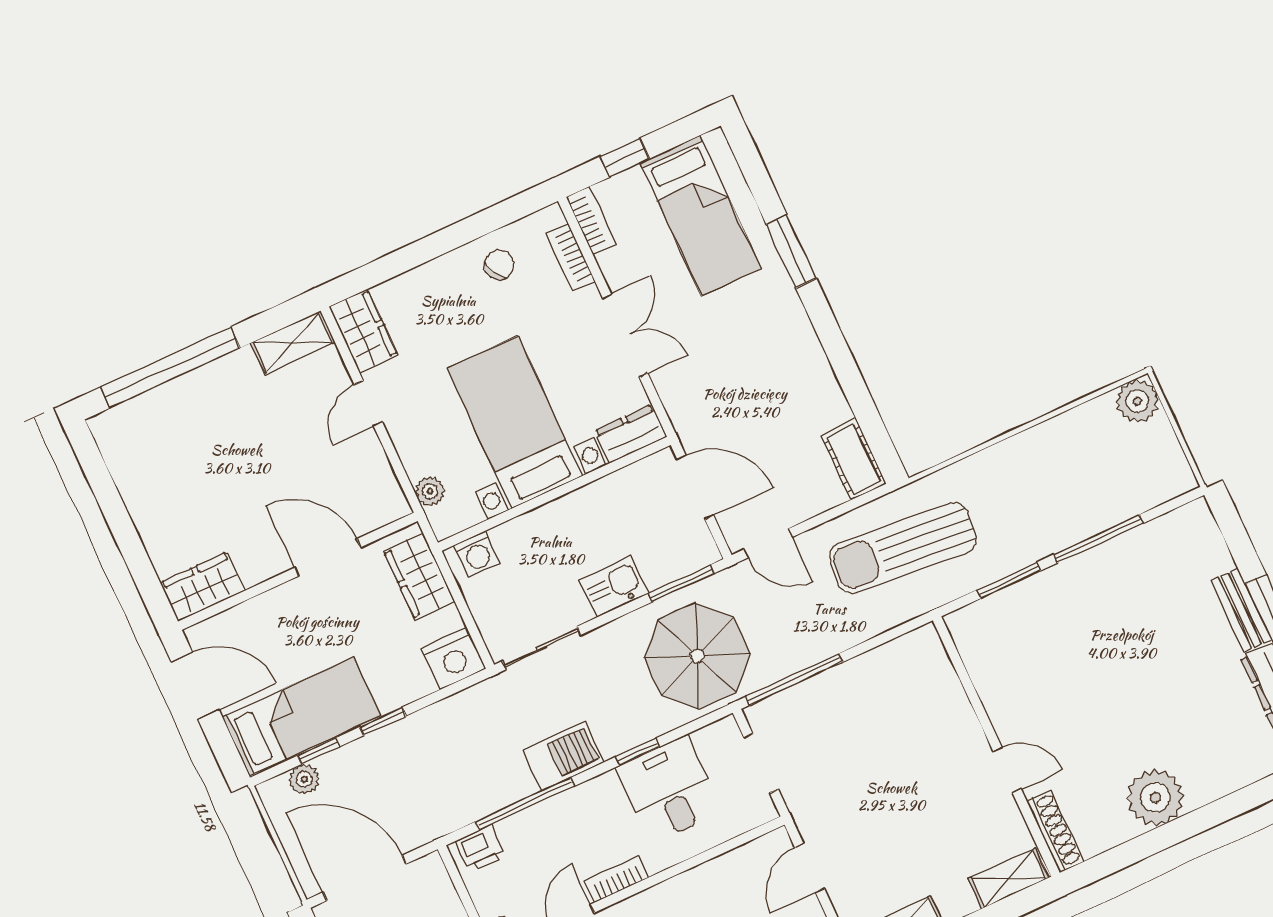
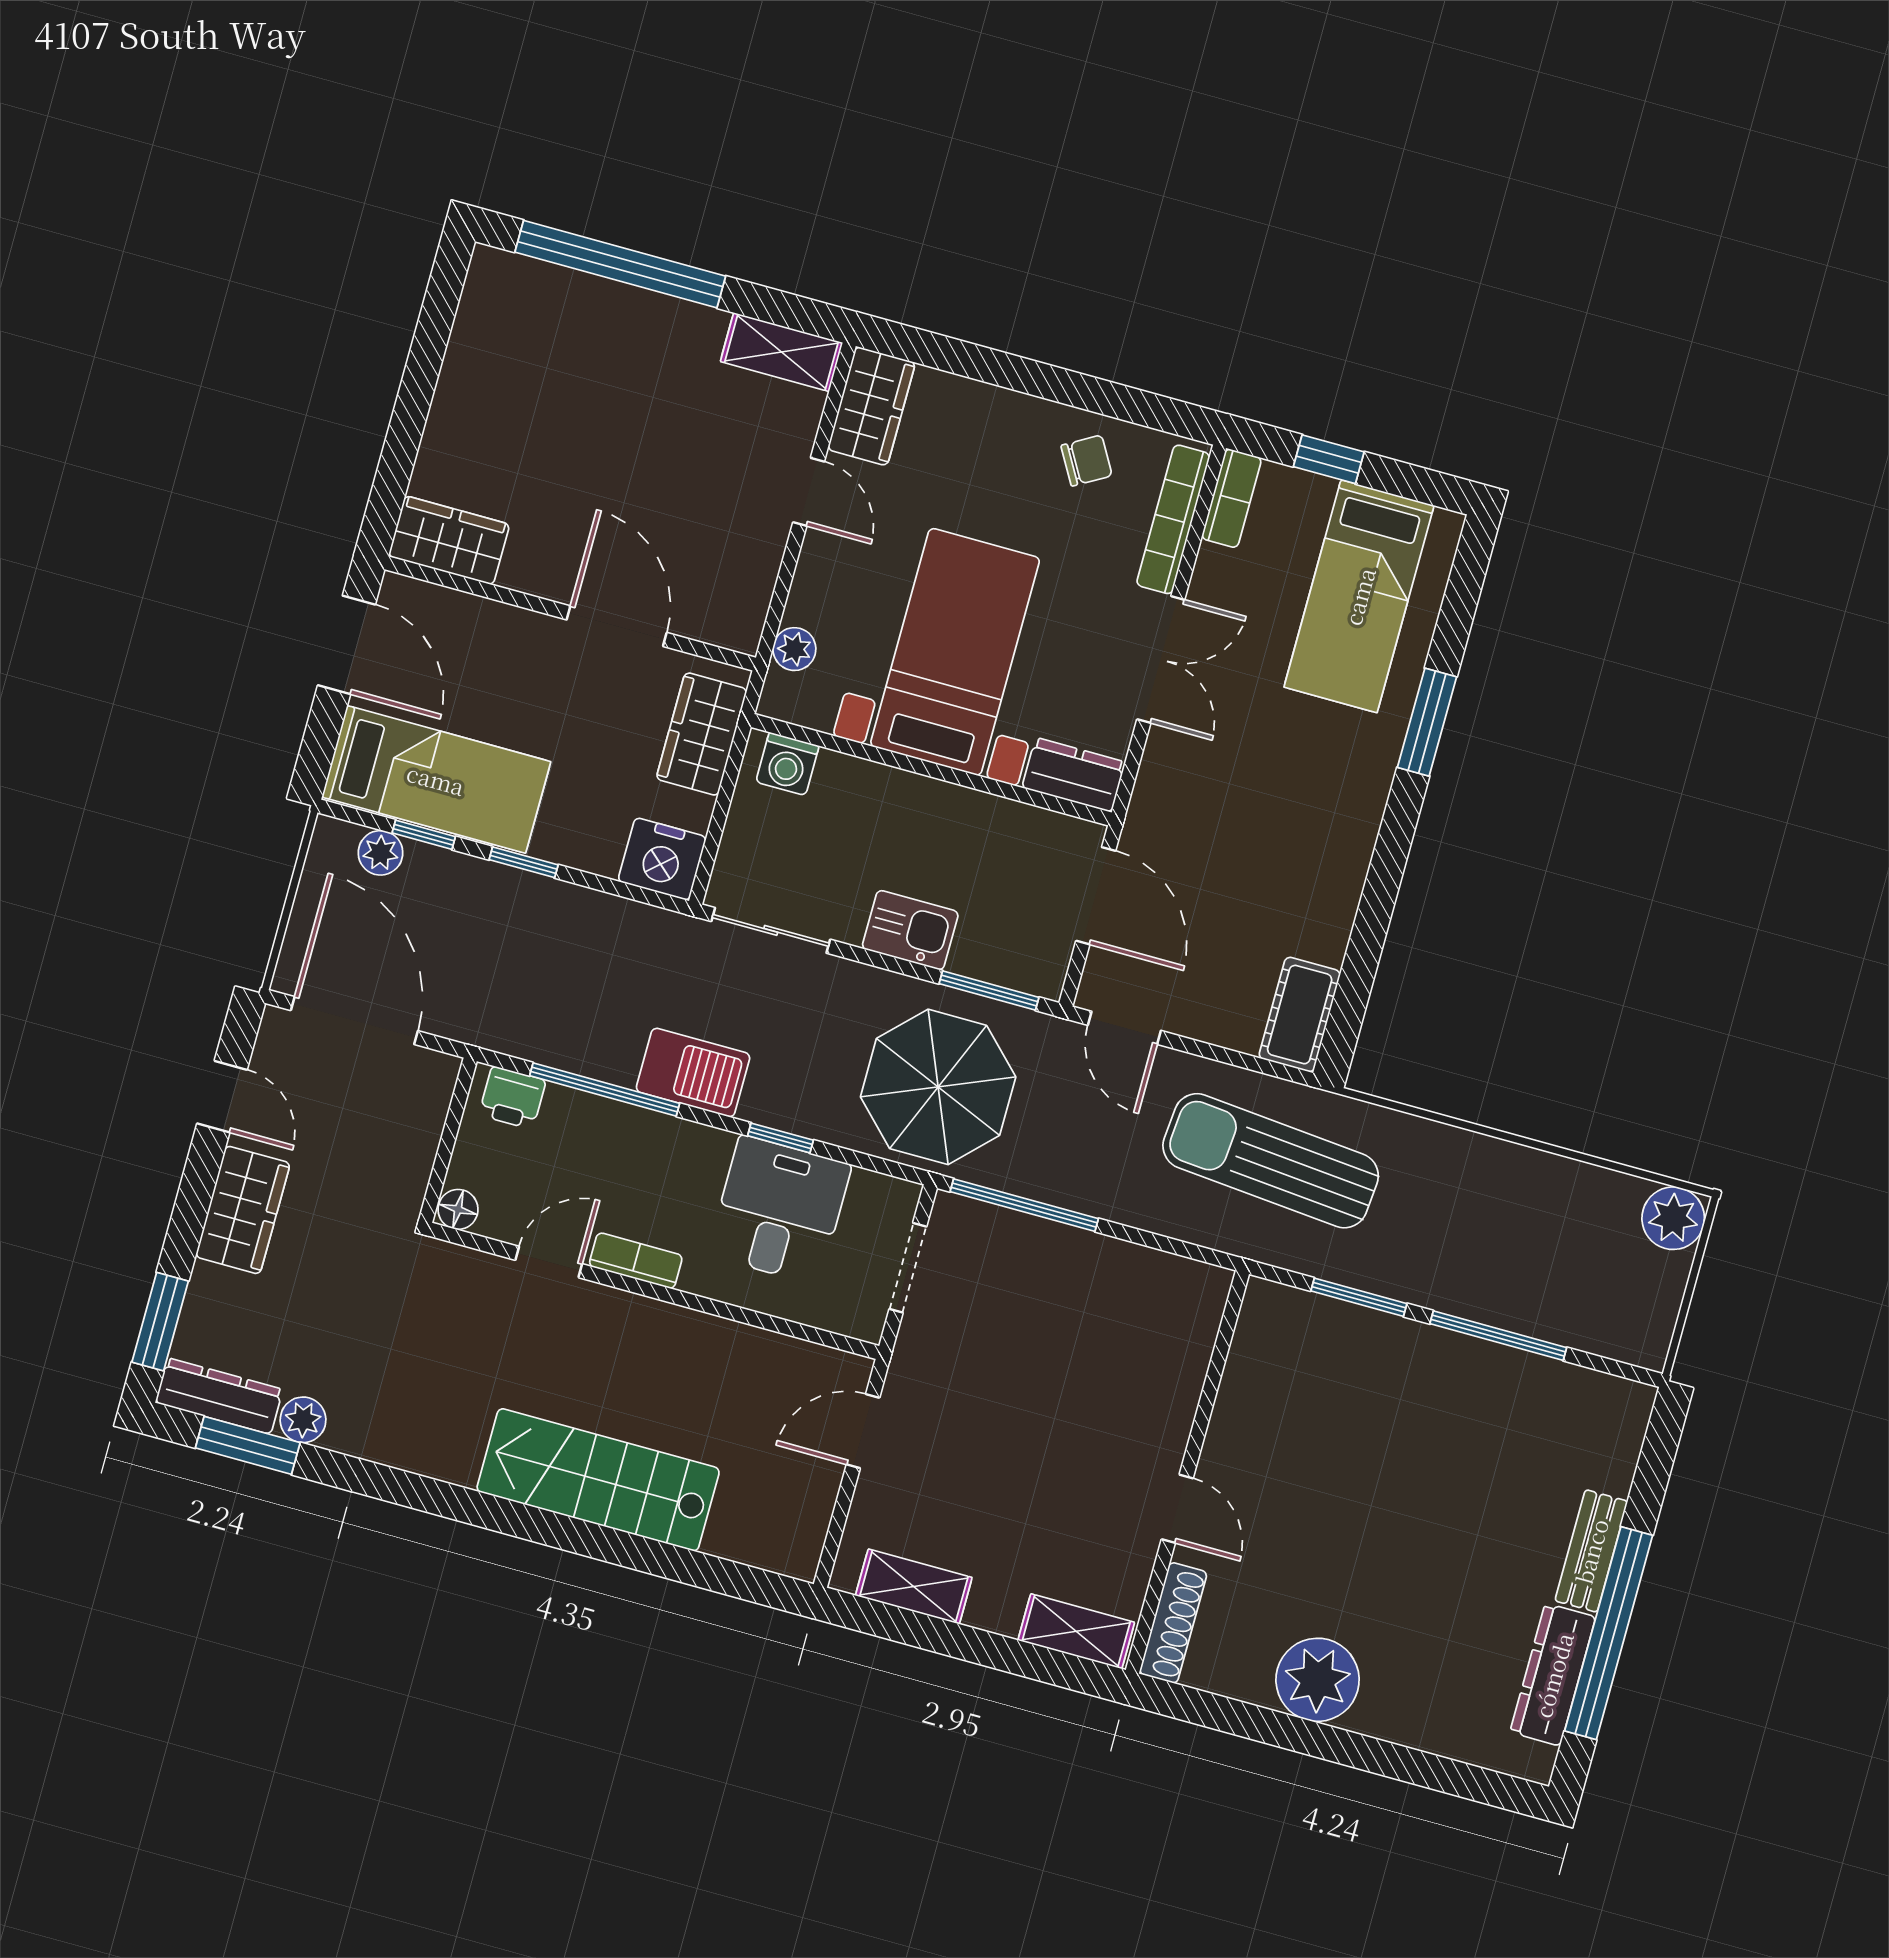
bookcase: (570, 257) -> (1173, 519), width x1.56
door: (368, 403) -> (809, 492), swing flipped

